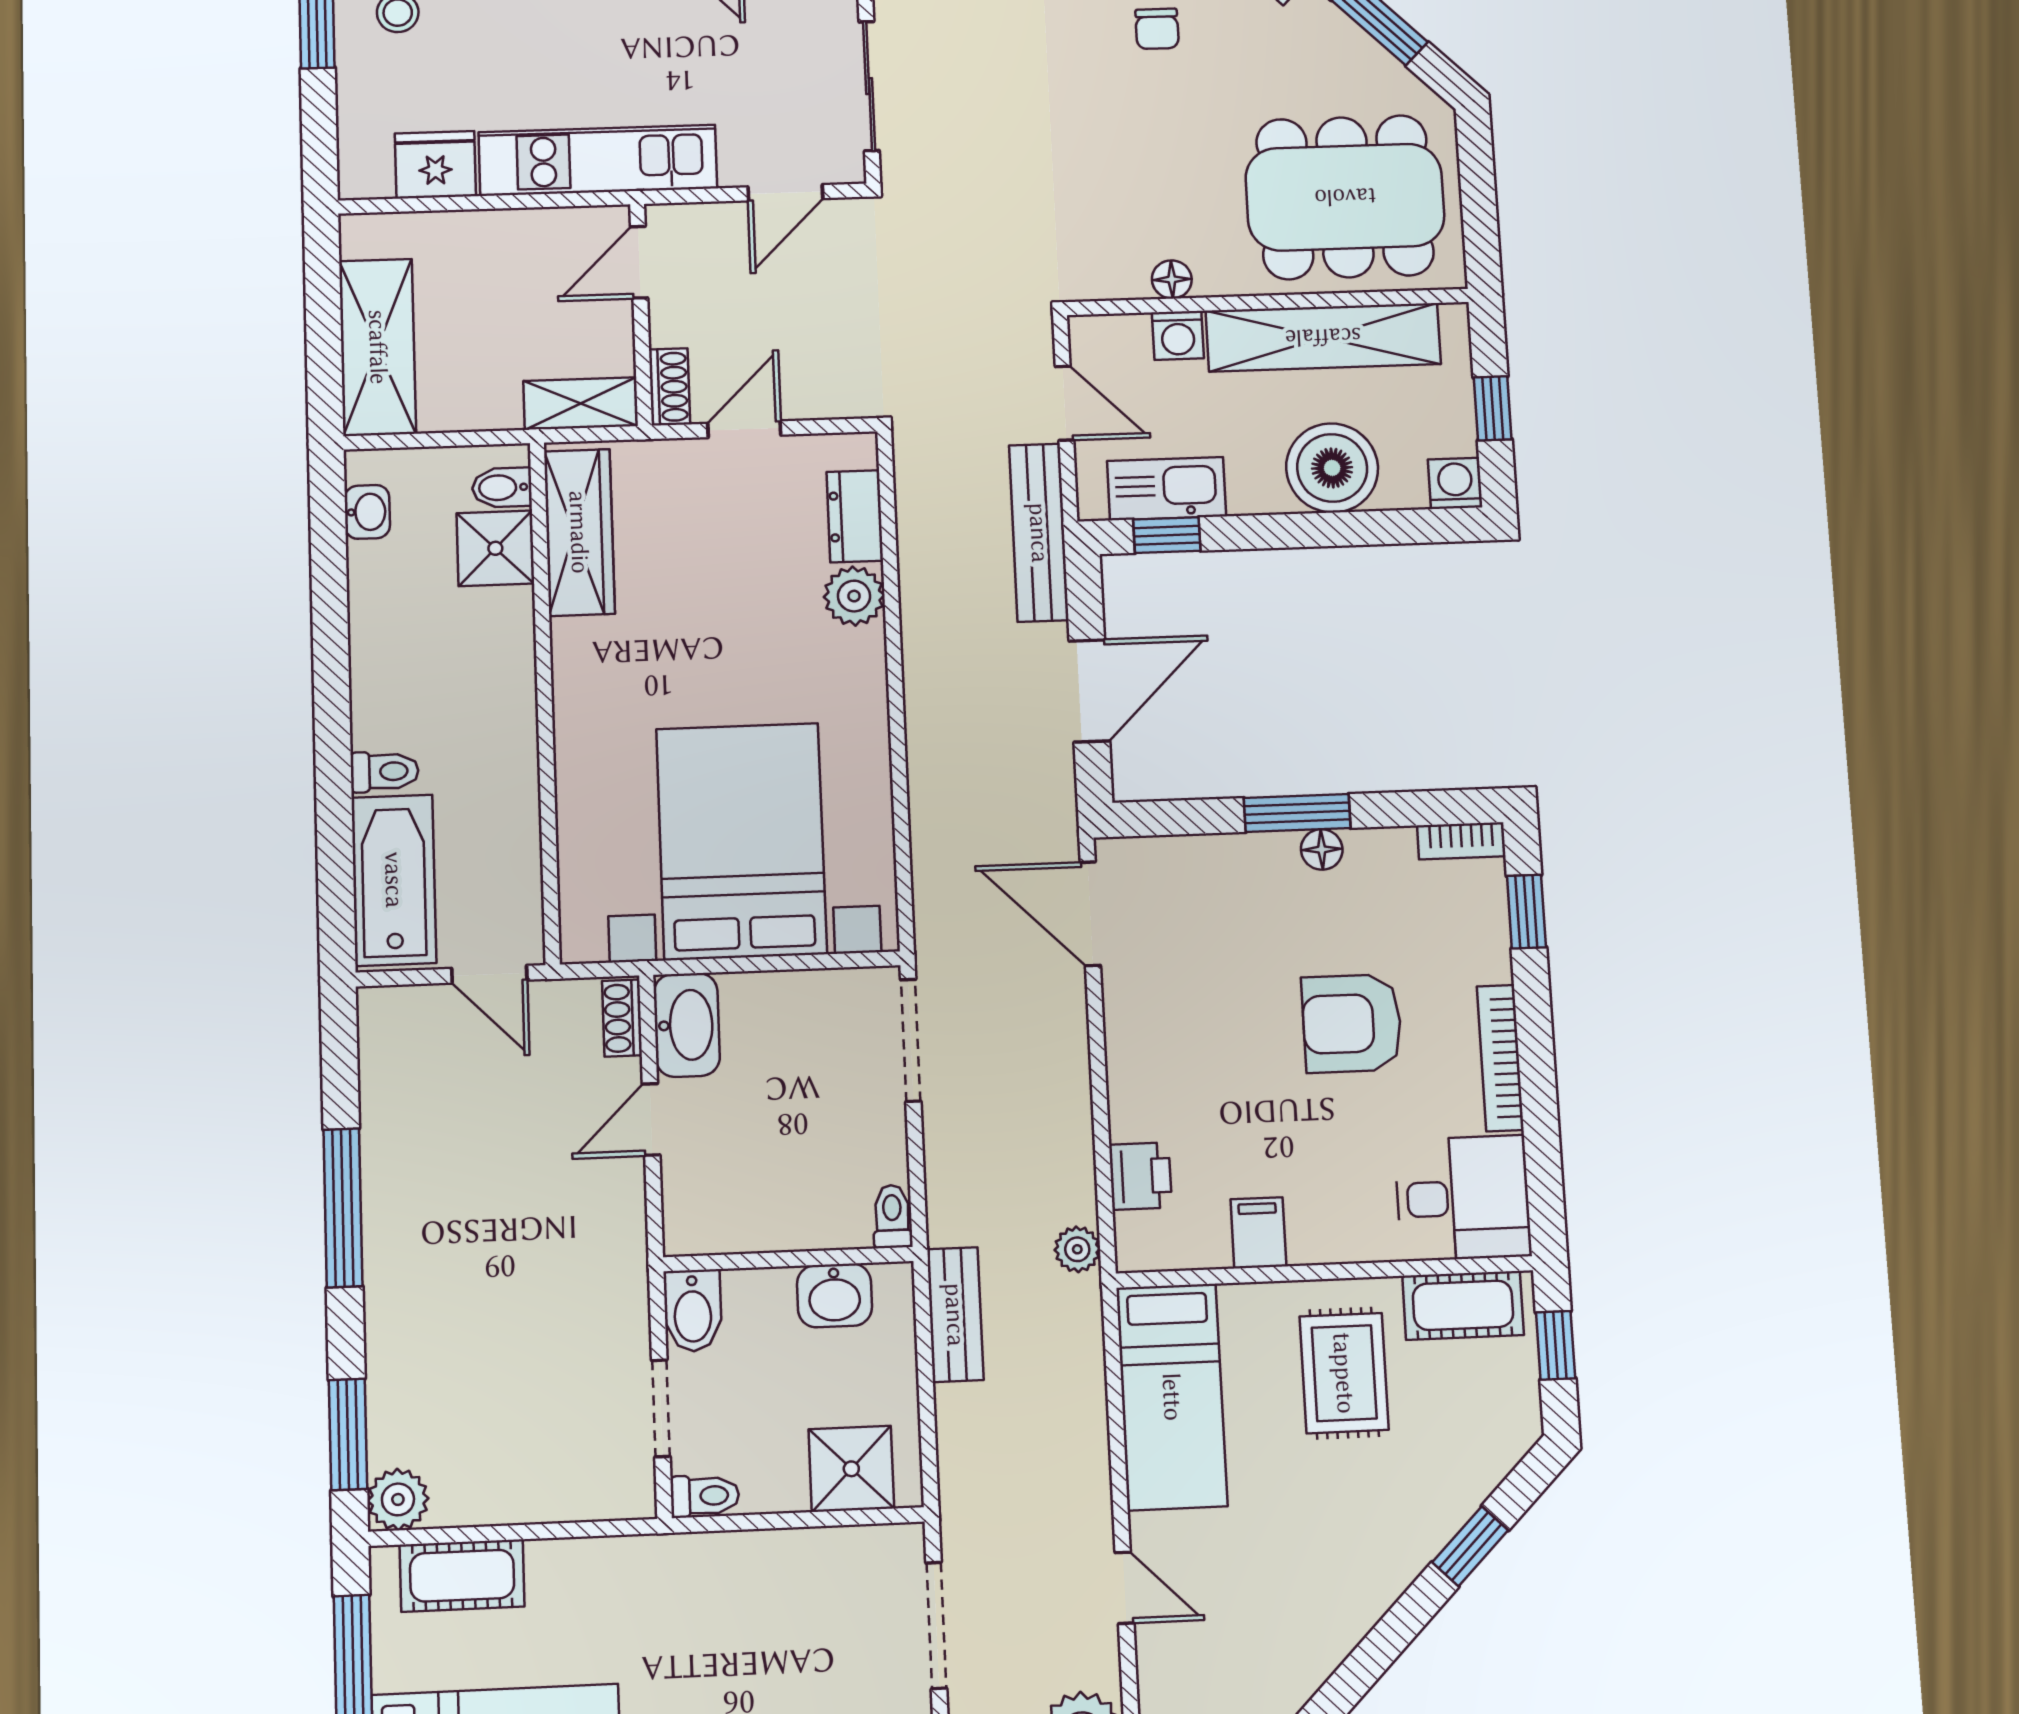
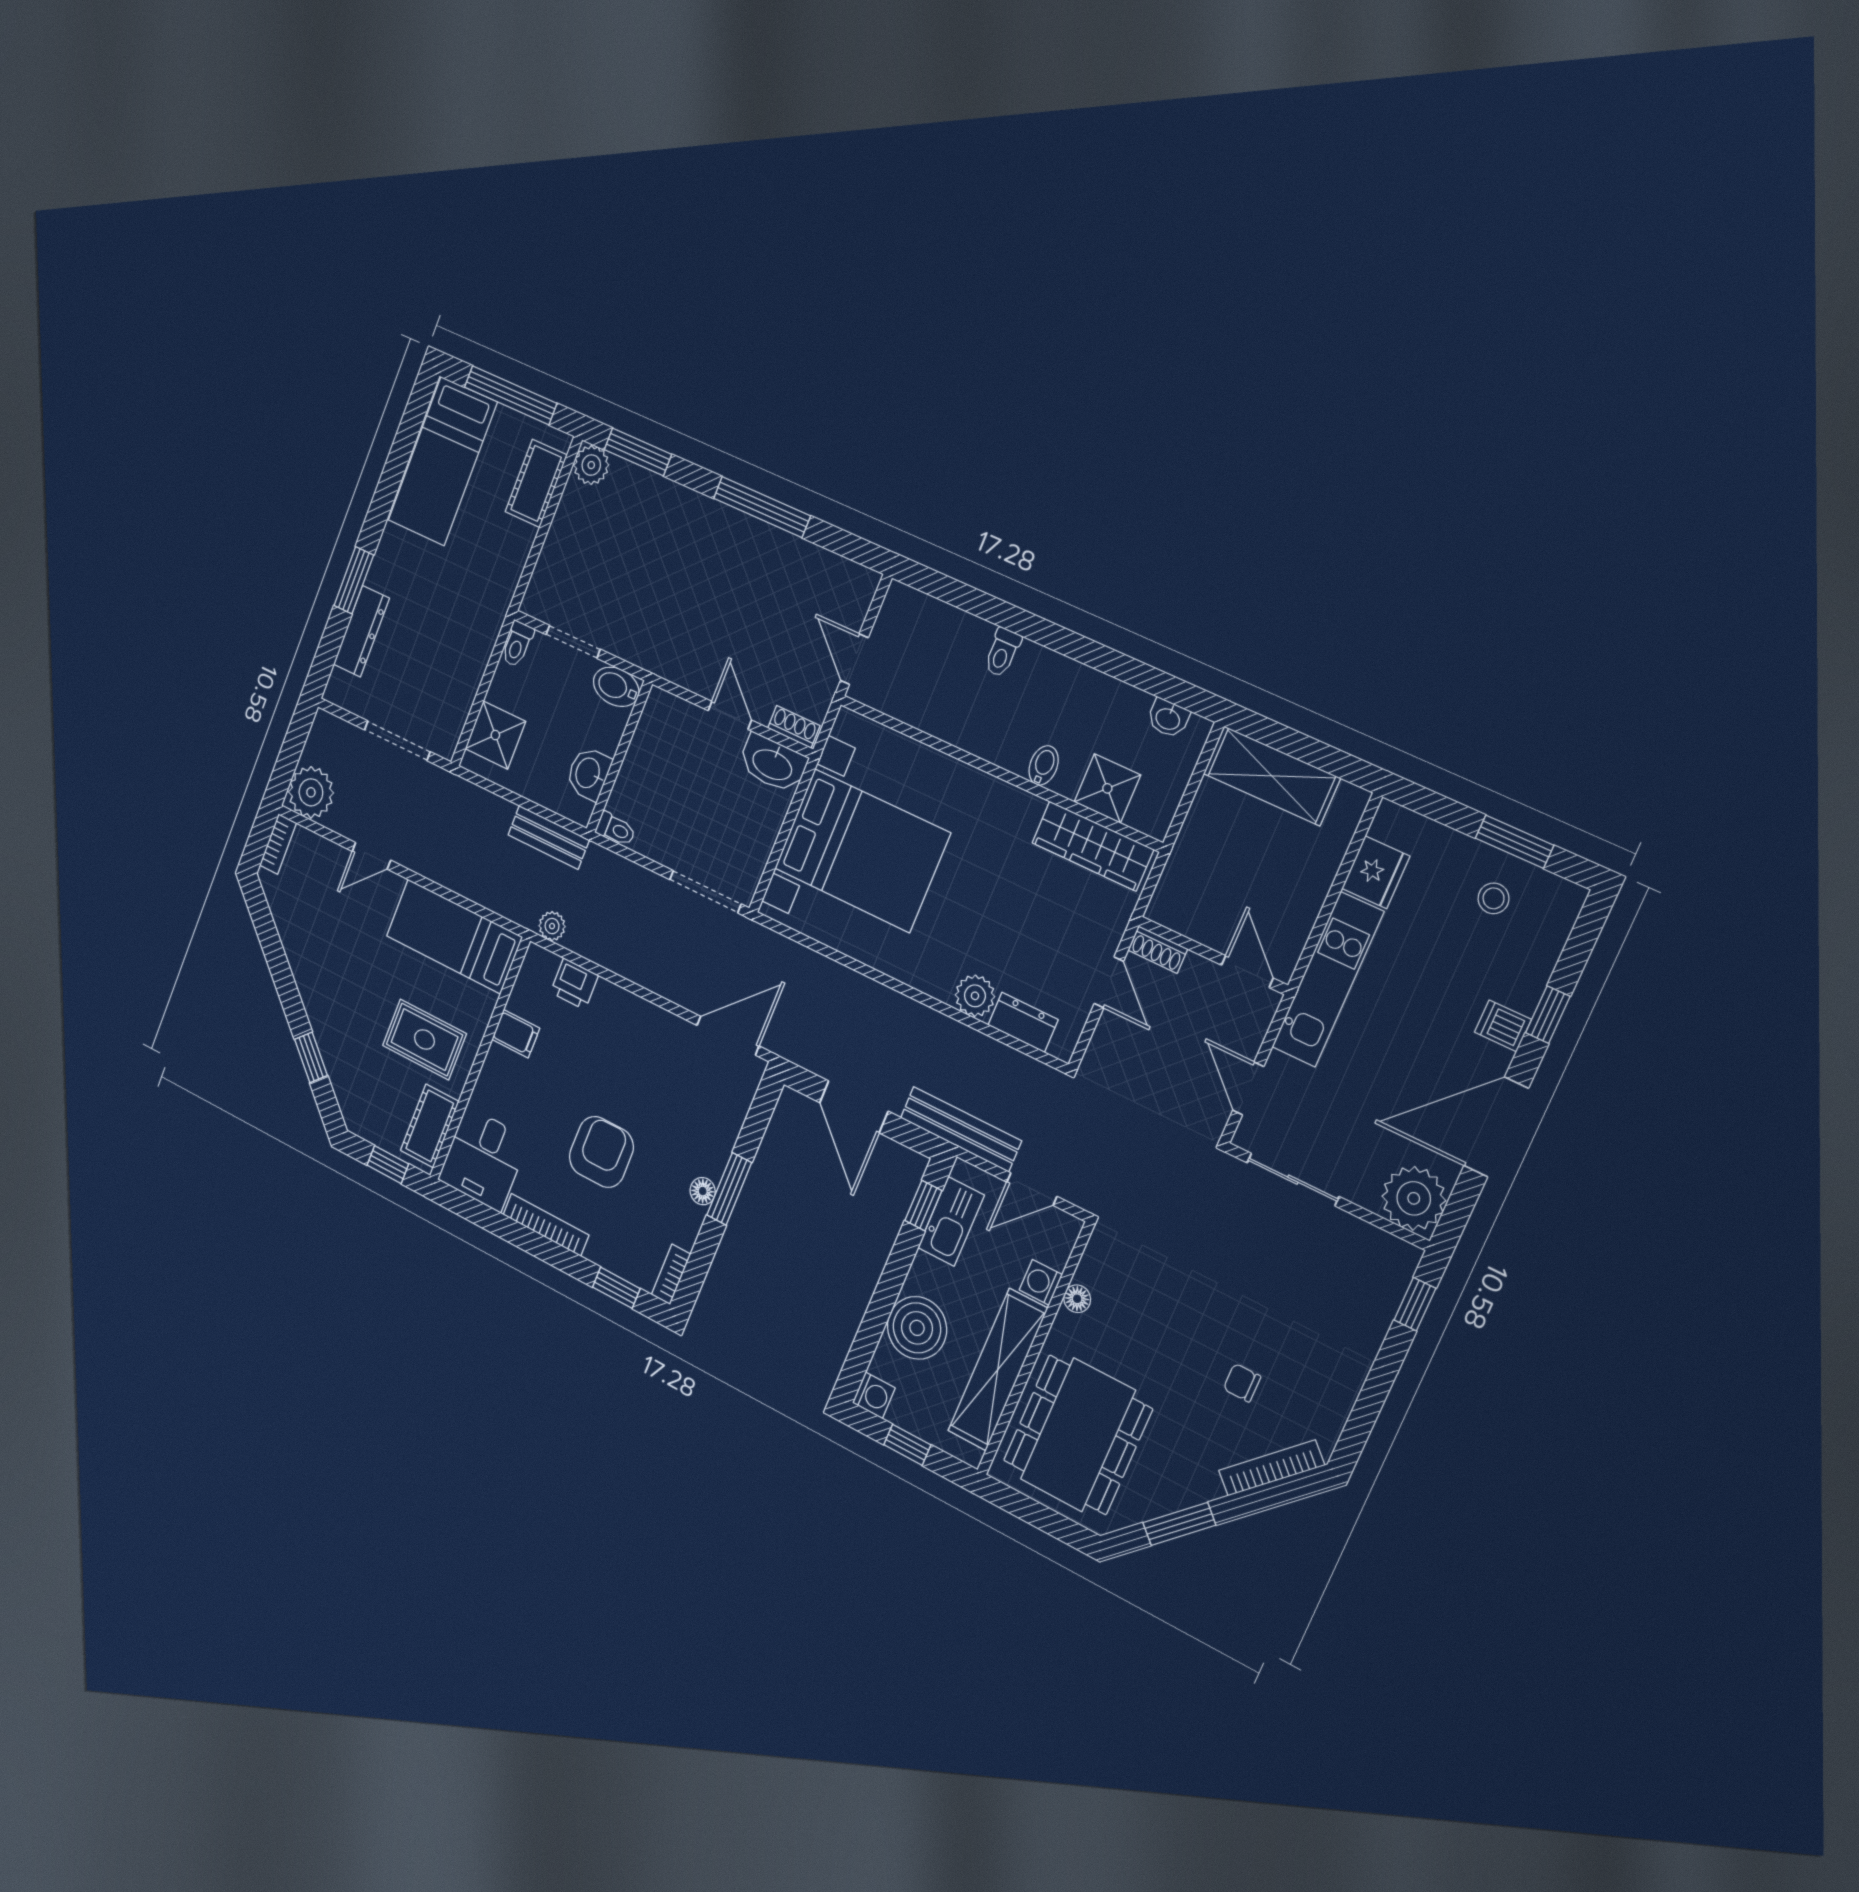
shelving: (581, 404) -> (1174, 888), removed
bidet: (502, 488) -> (1044, 765), moved
bathtub: (394, 880) -> (935, 627), removed
door: (489, 974) -> (854, 659), hinge flipped

